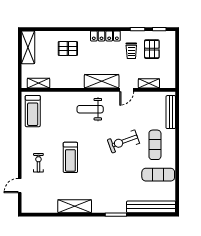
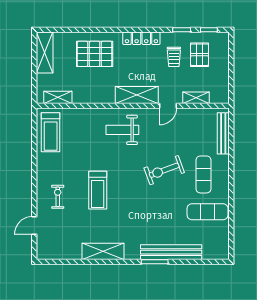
pallet: (68, 48) -> (95, 54), width x1.50, depth x1.42
bench: (151, 207) -> (171, 252), moved

